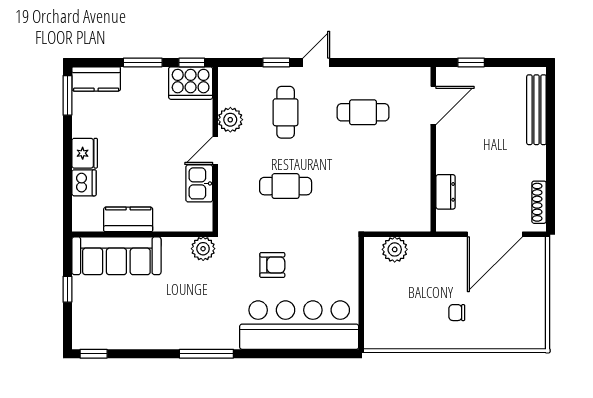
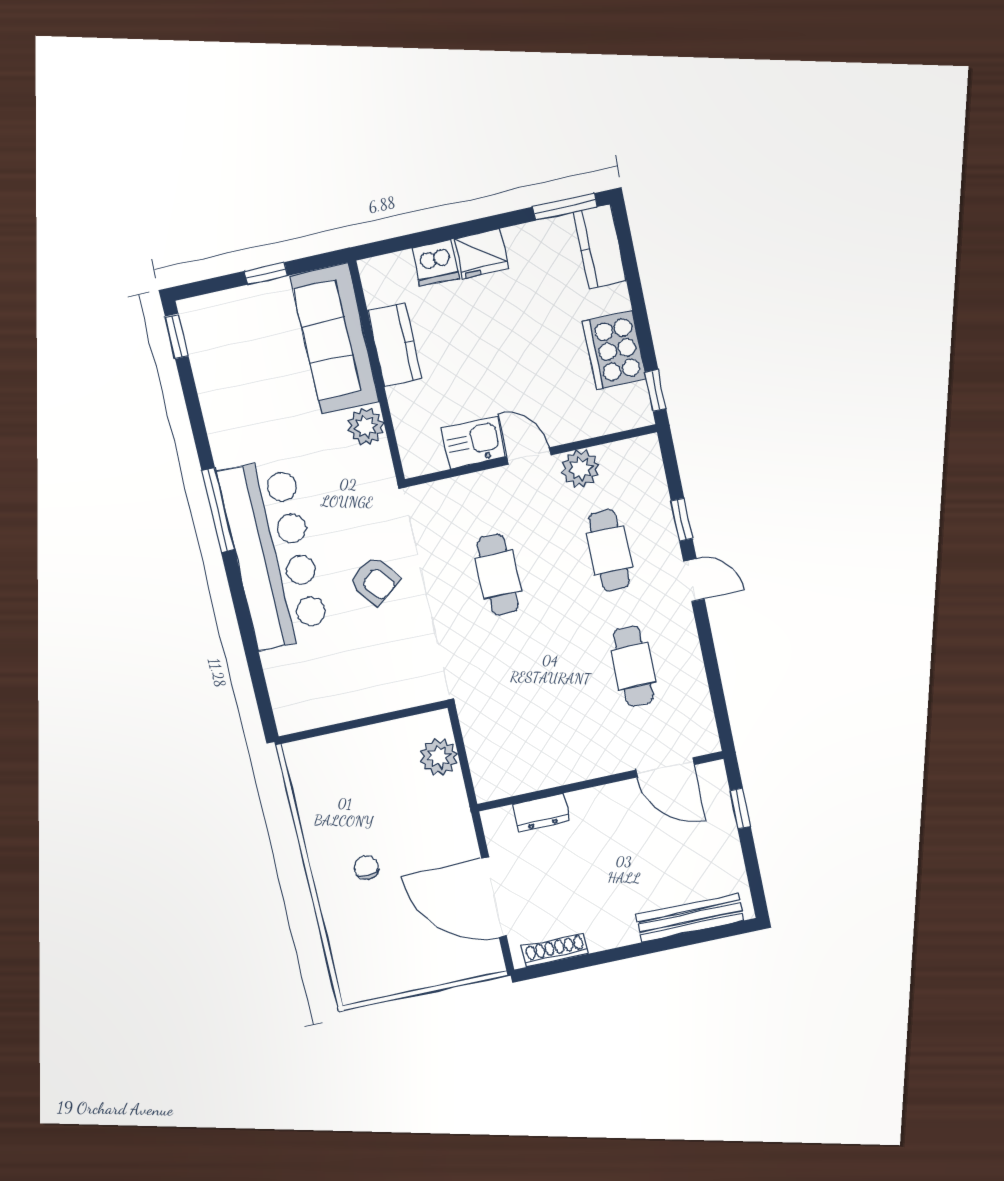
window: (143, 62) -> (640, 314), removed
cooker: (191, 83) -> (614, 350), moved
cafe table: (286, 112) -> (609, 550), turned 90
plant: (203, 249) -> (366, 426), moved
armchair: (272, 265) -> (375, 581), turned -37
bar counter: (299, 325) -> (274, 554), moved

